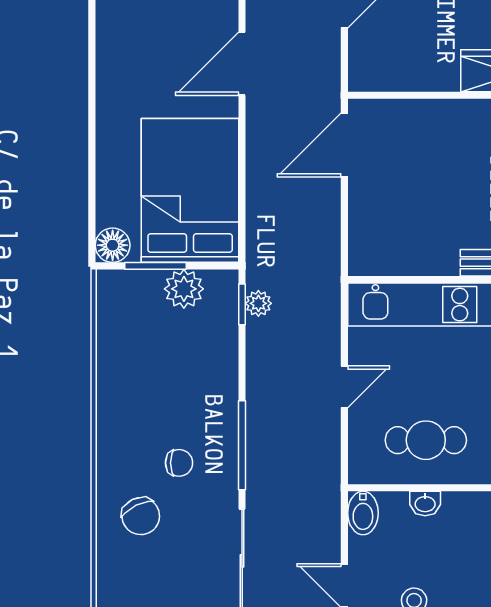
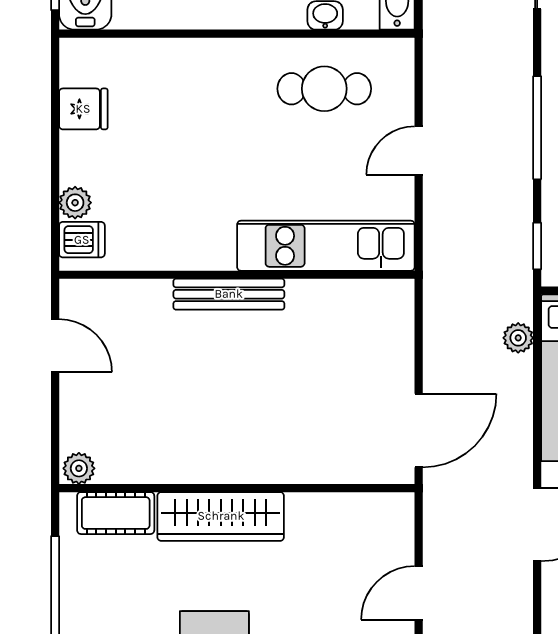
plant: (258, 303) -> (518, 338), moved
window: (242, 445) -> (537, 128), moved

